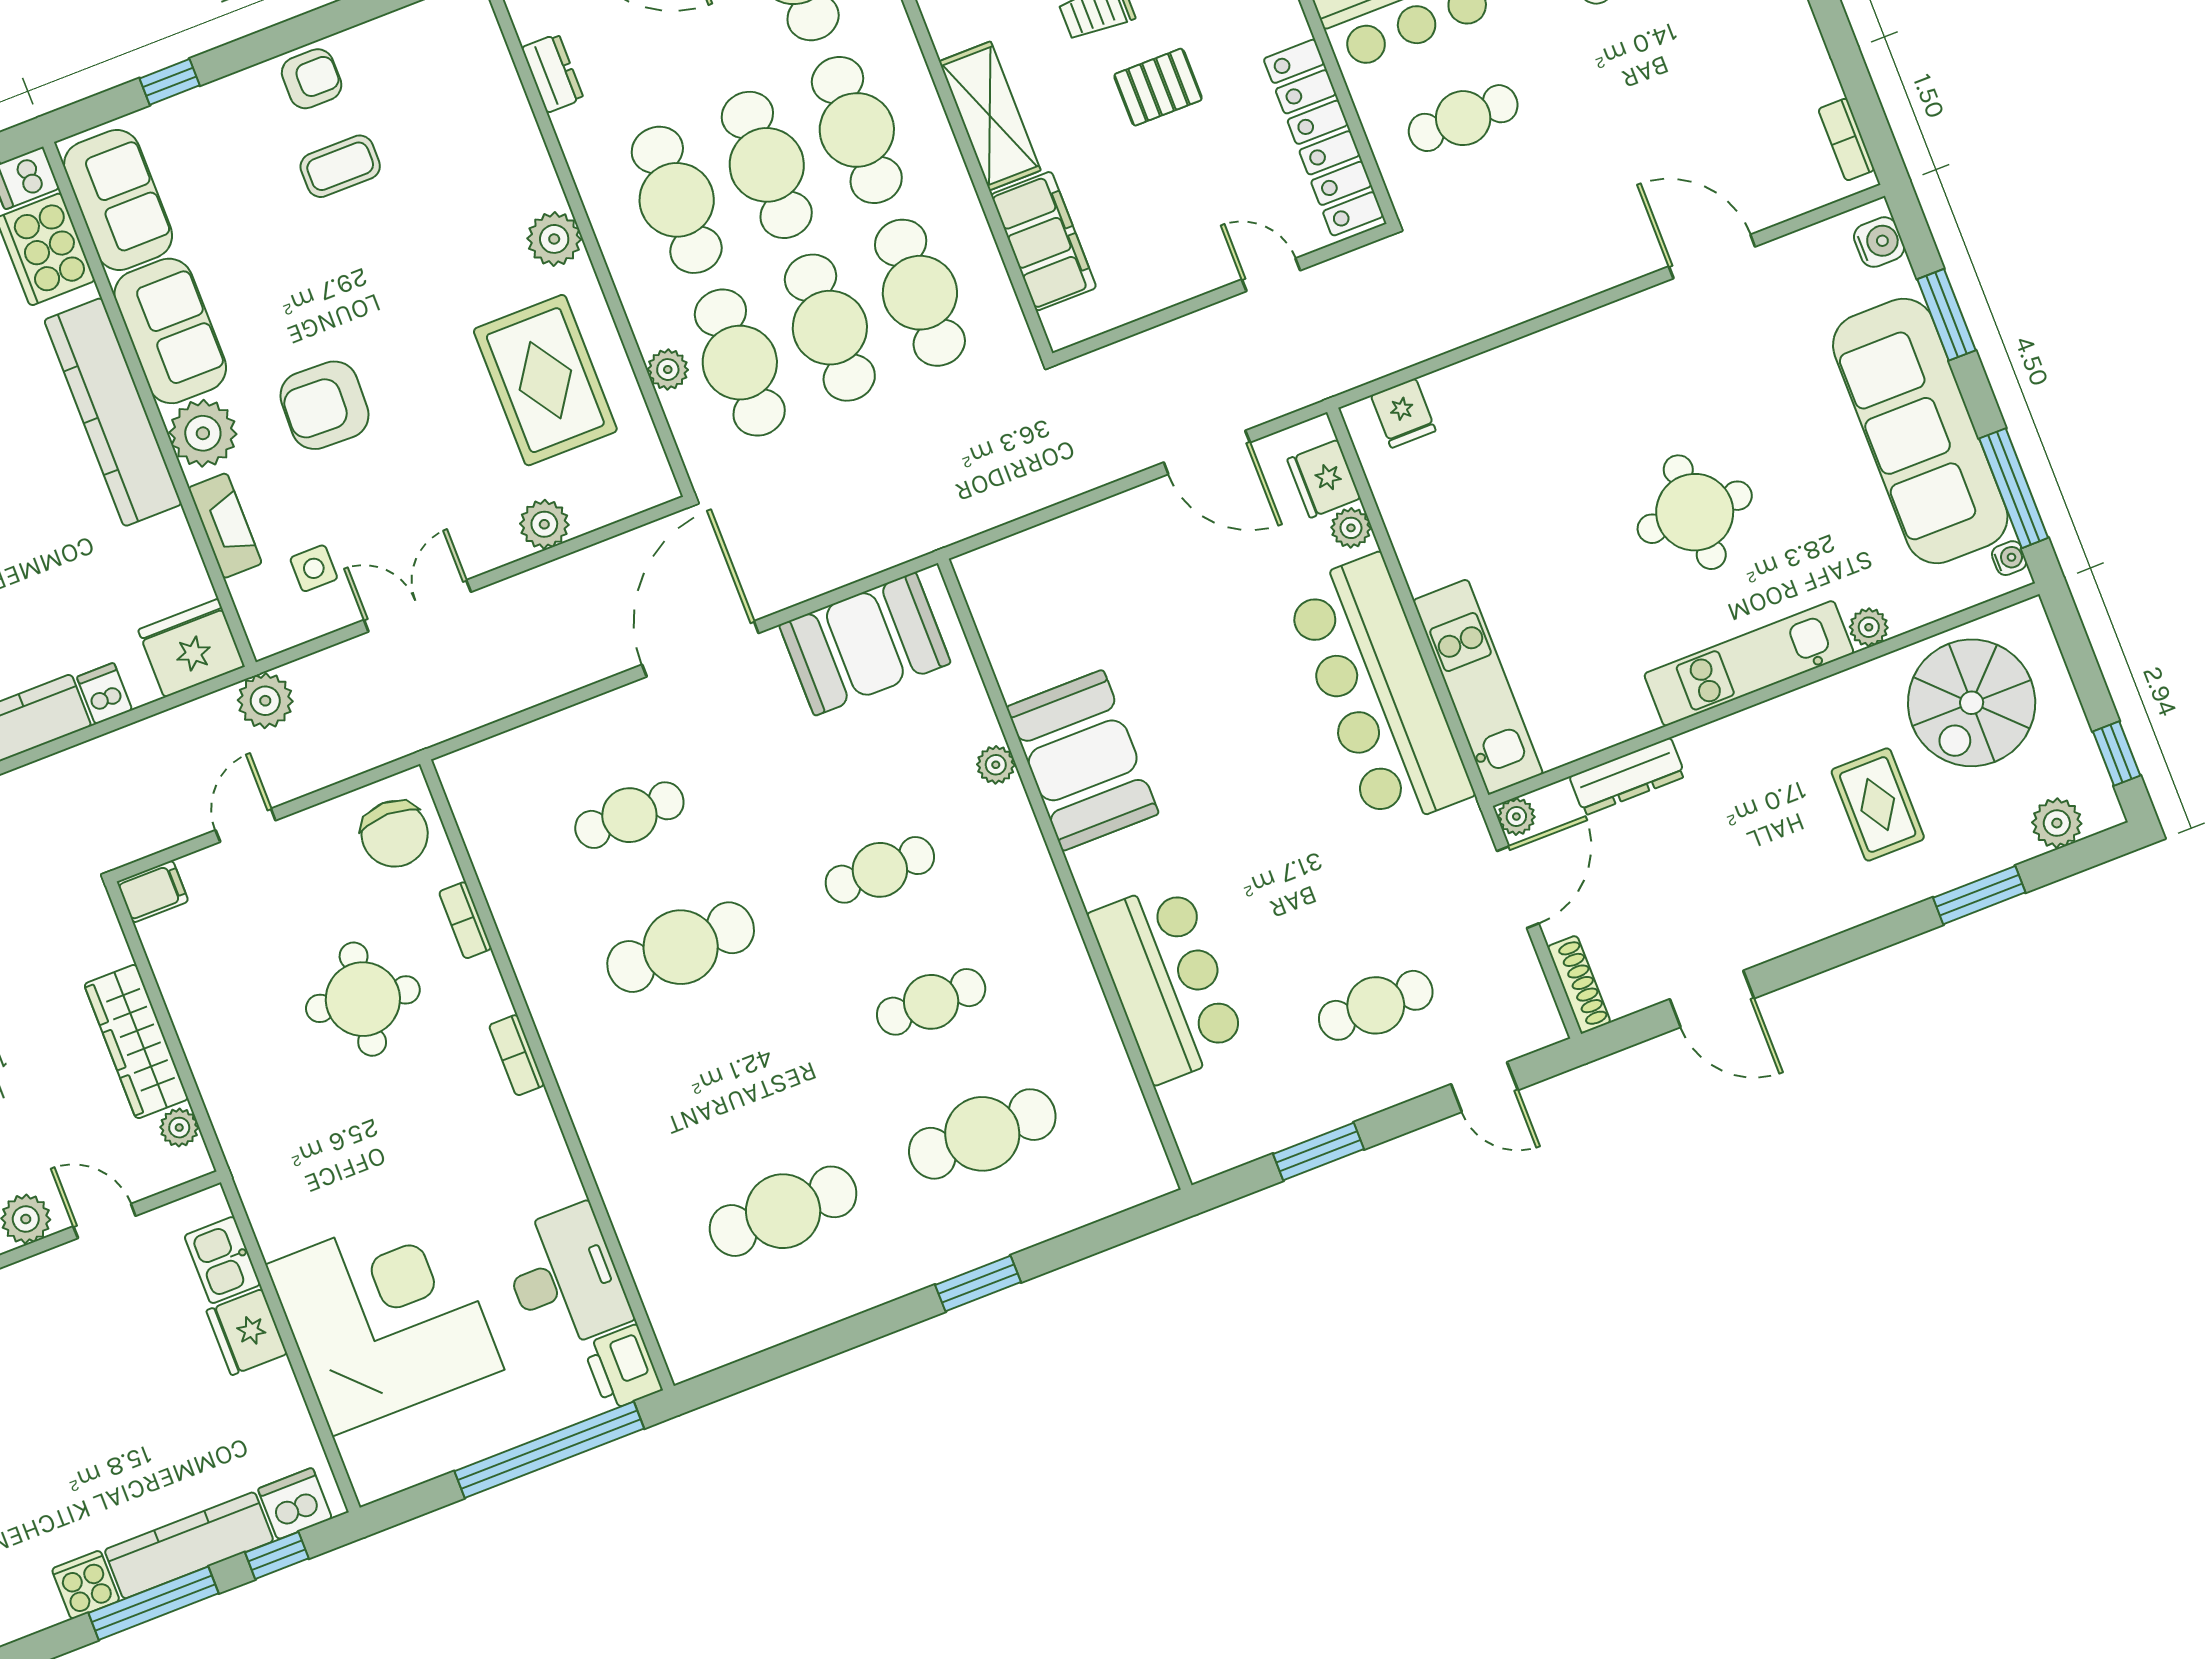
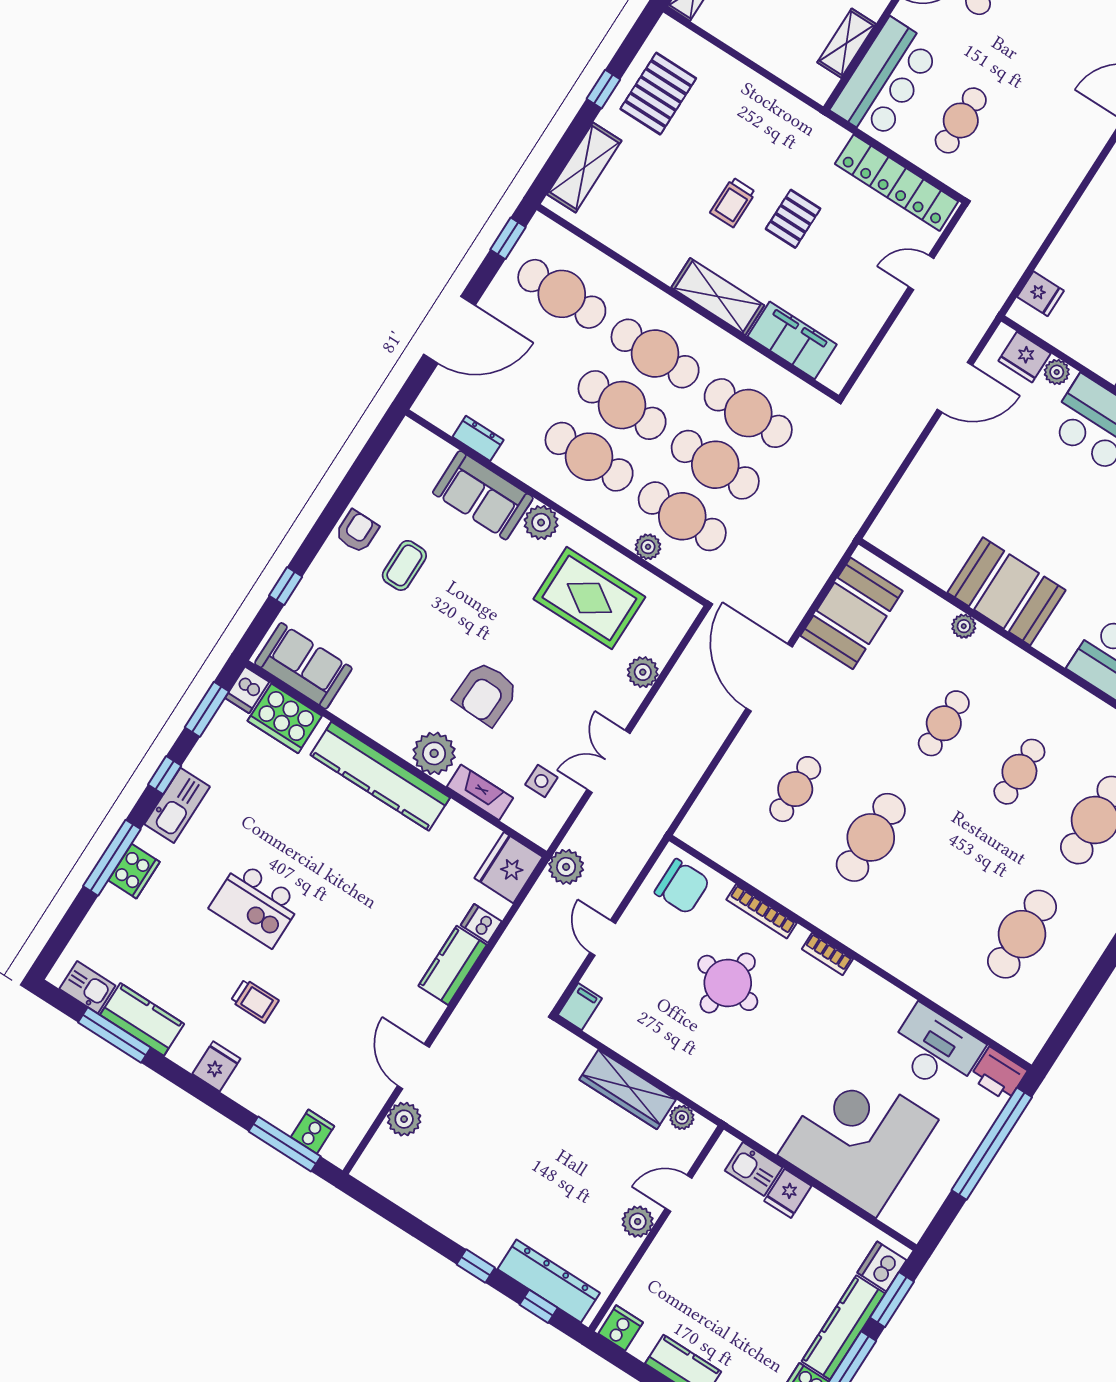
sofa: (170, 331) -> (483, 495), moved, turned 180
bookcase: (465, 920) -> (761, 911), width x1.56
fridge: (247, 1332) -> (788, 1193), width x0.72
window: (277, 1555) -> (892, 1300), width x1.50

